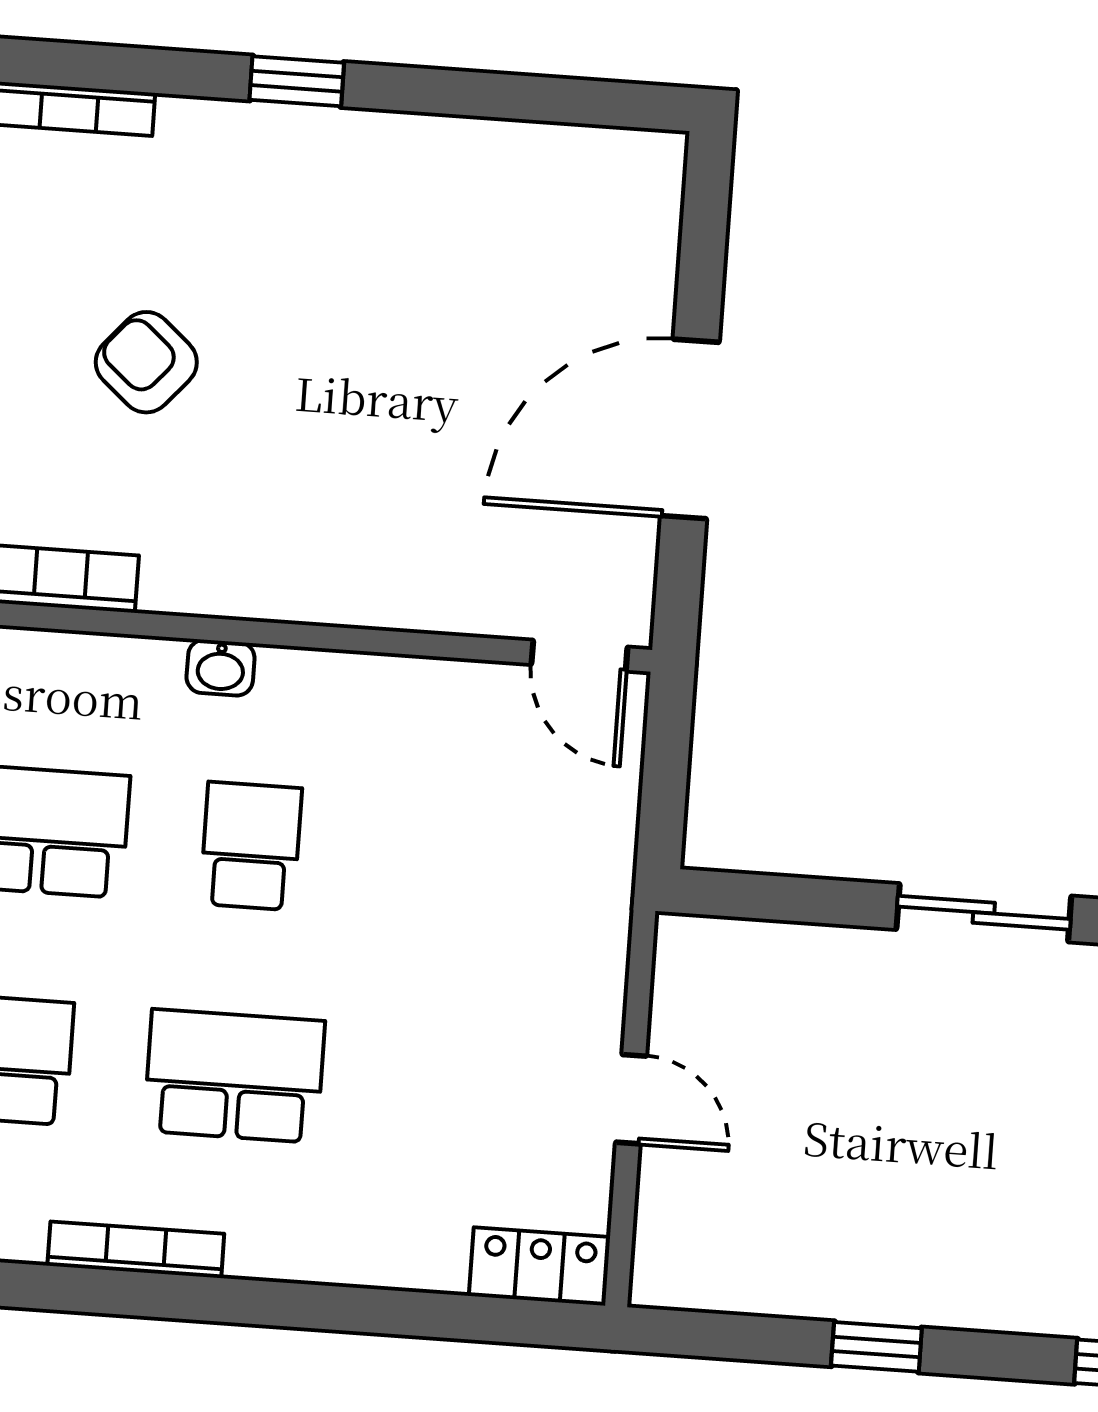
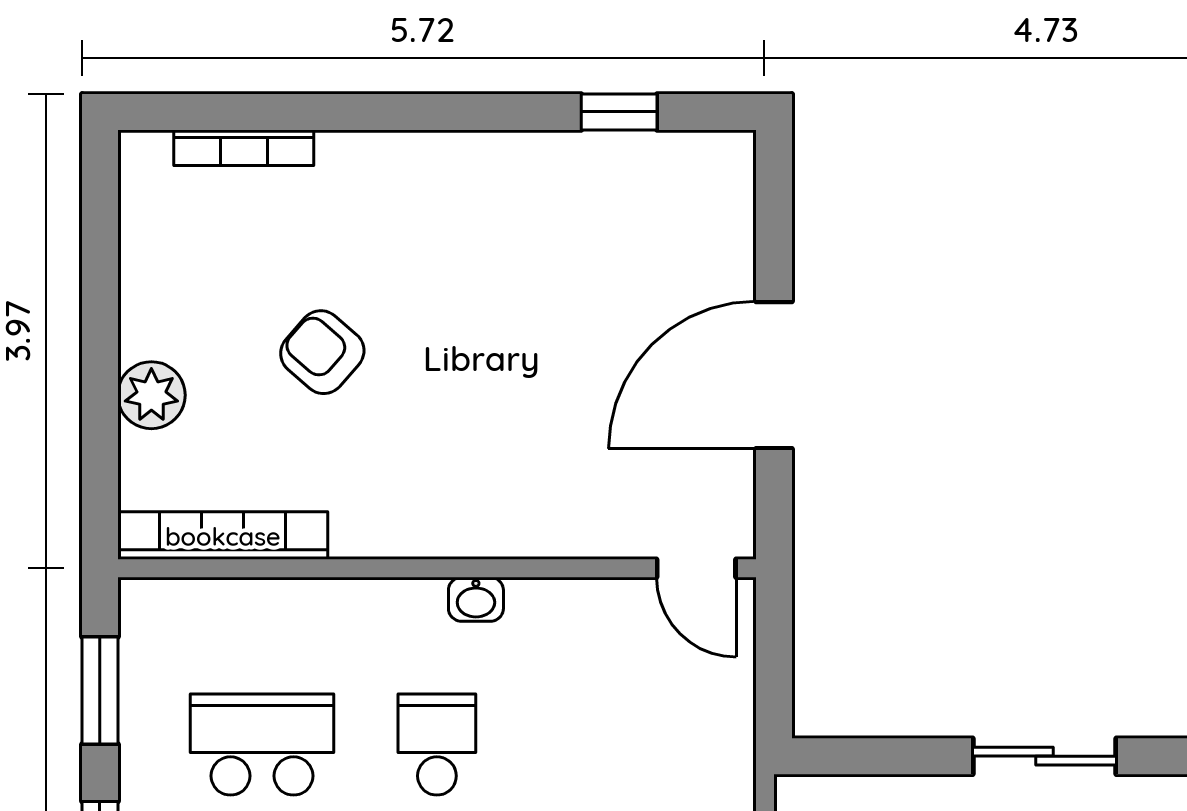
window: (297, 81) -> (619, 112), moved
washbasin: (221, 668) -> (476, 599), moved

